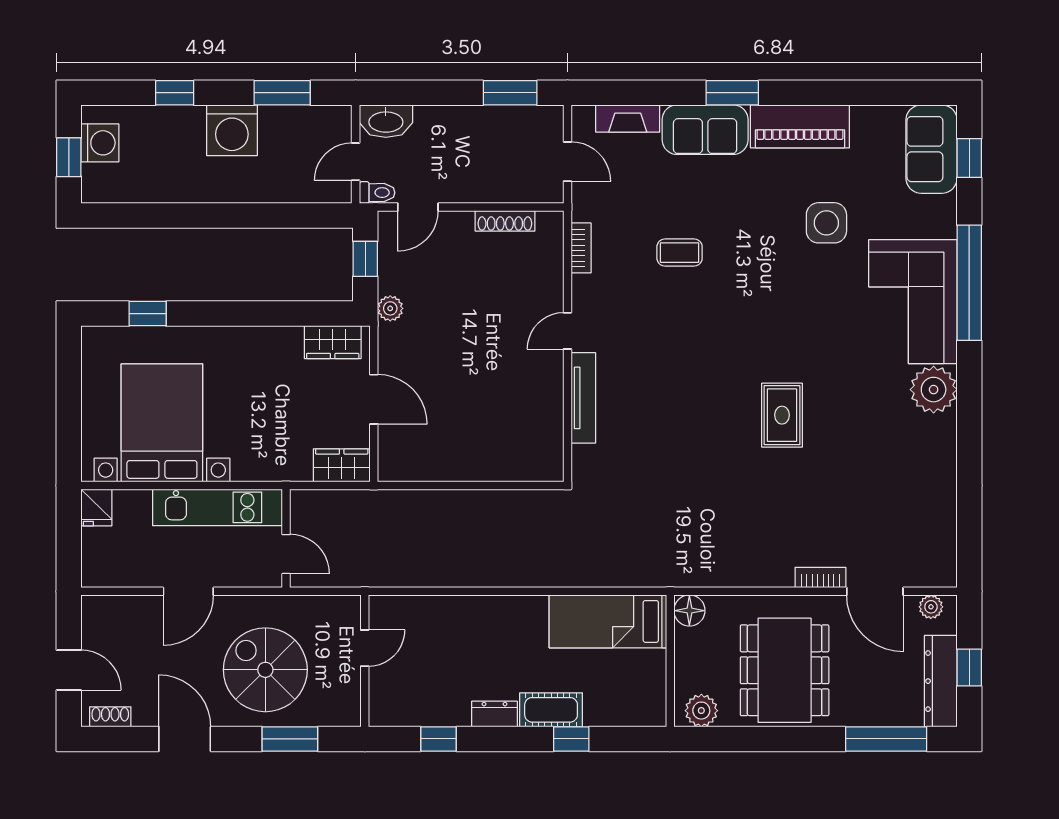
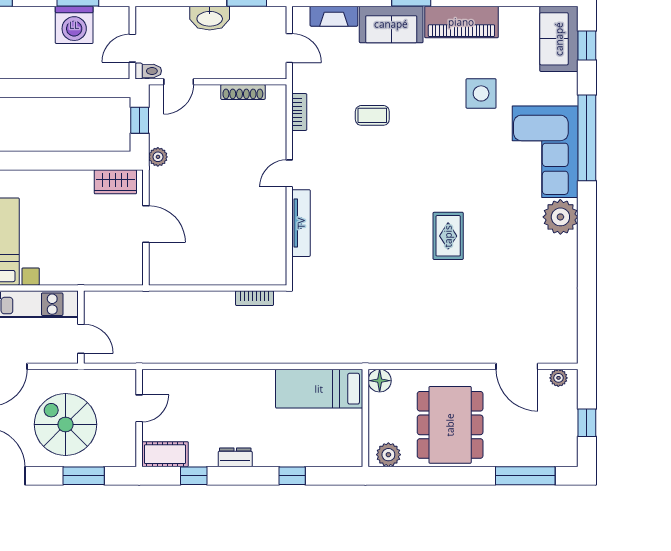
washbasin: (386, 121) -> (210, 18), moved
washing machine: (232, 130) -> (74, 25), moved
wardrobe: (342, 465) -> (122, 273), removed
bookcase: (820, 578) -> (255, 298), moved, turned 180
dresser: (941, 681) -> (566, 433), removed
cot: (551, 710) -> (165, 454), moved

